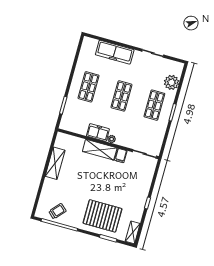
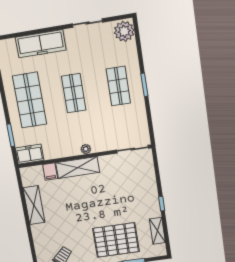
plant: (172, 82) -> (124, 31), moved
shop shelf: (89, 87) -> (30, 100), width x1.43, depth x1.36
freezer: (98, 132) -> (30, 154), moved
filing cabinet: (121, 156) -> (50, 172), moved
shelving: (133, 232) -> (157, 231), moved

